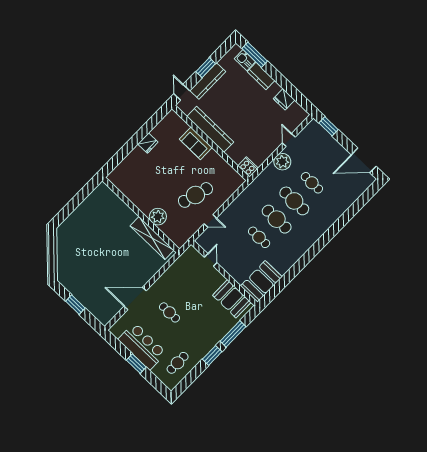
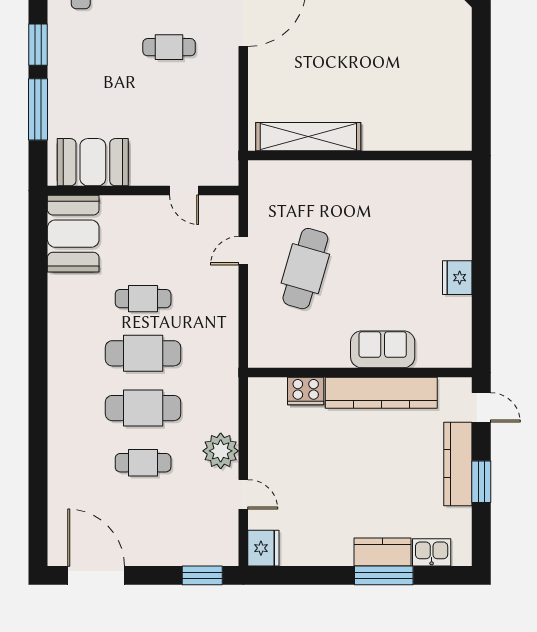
window: (255, 55) -> (384, 575), moved
fridge: (284, 99) -> (263, 548), moved, turned 90
door: (364, 160) -> (96, 575), hinge flipped
cooker: (248, 167) -> (306, 391), moved
plant: (158, 217) -> (331, 178), removed

